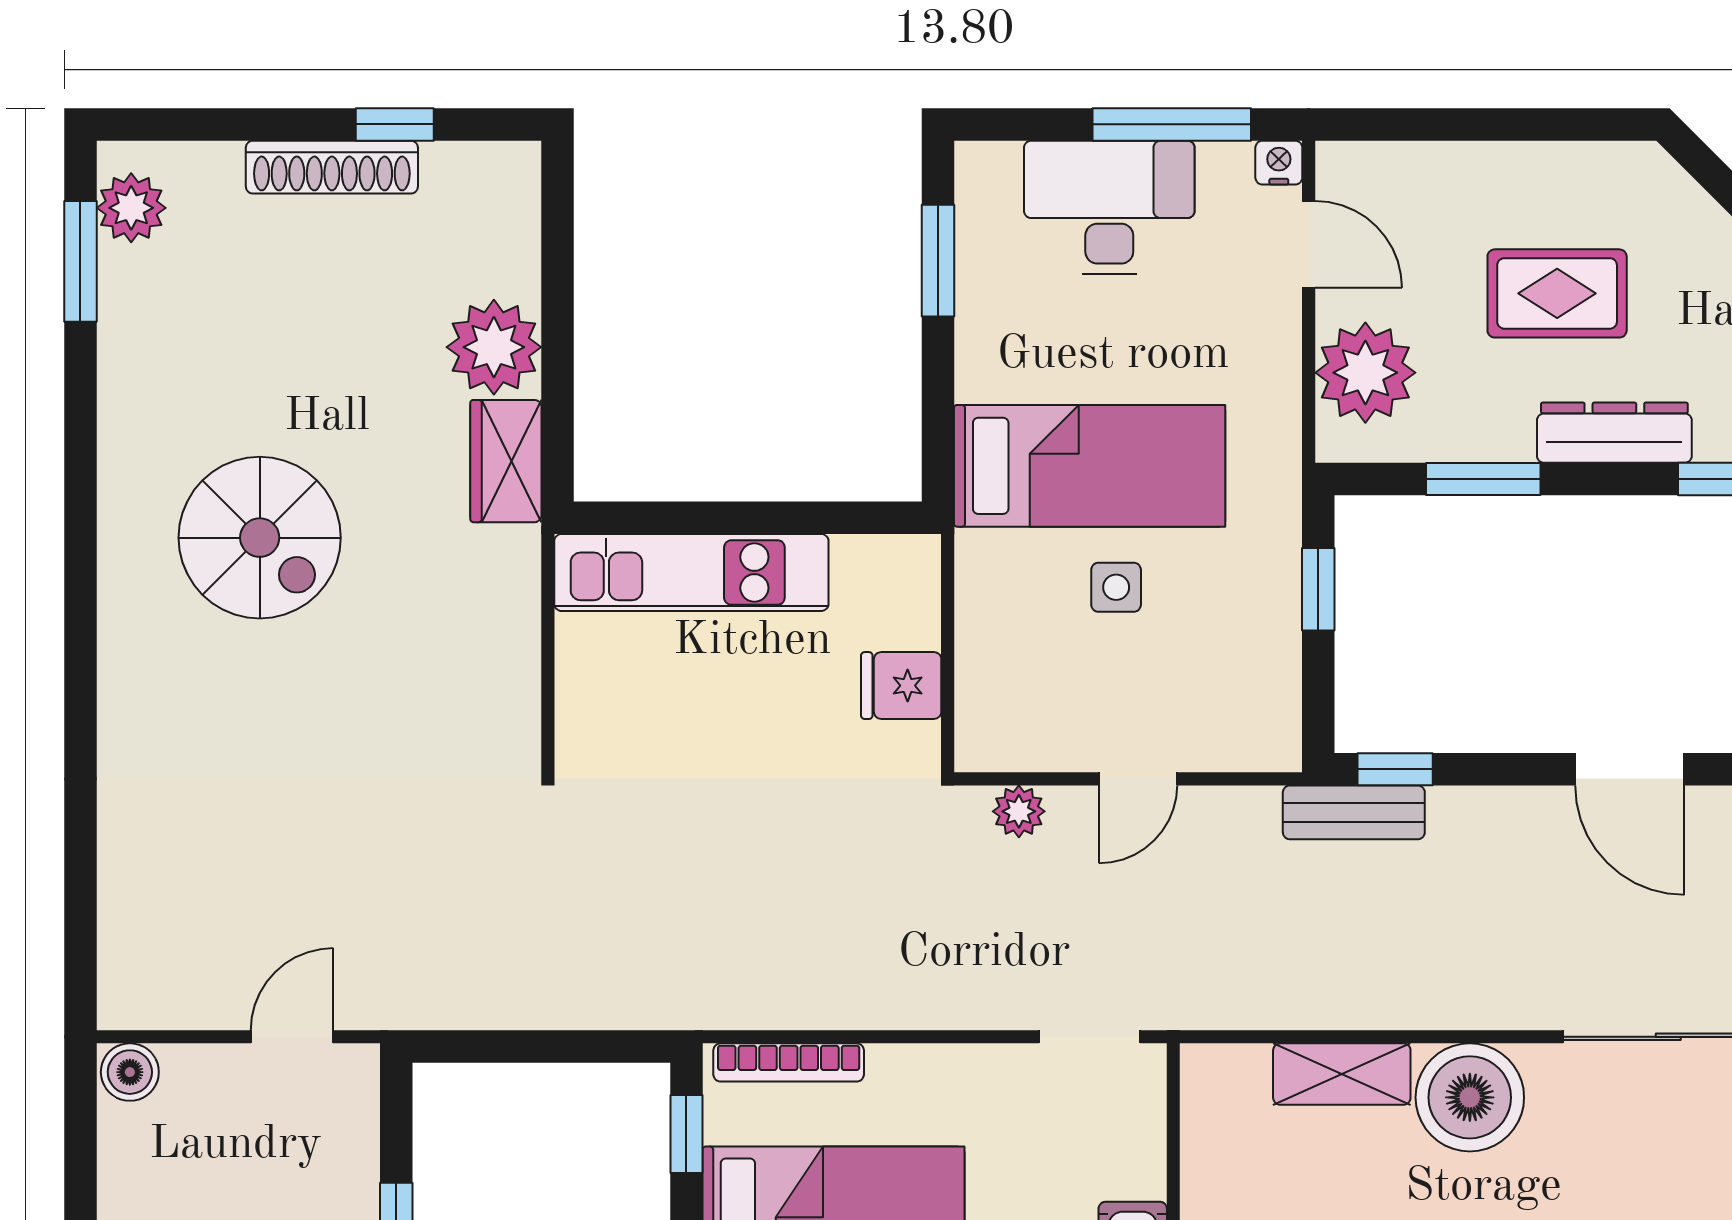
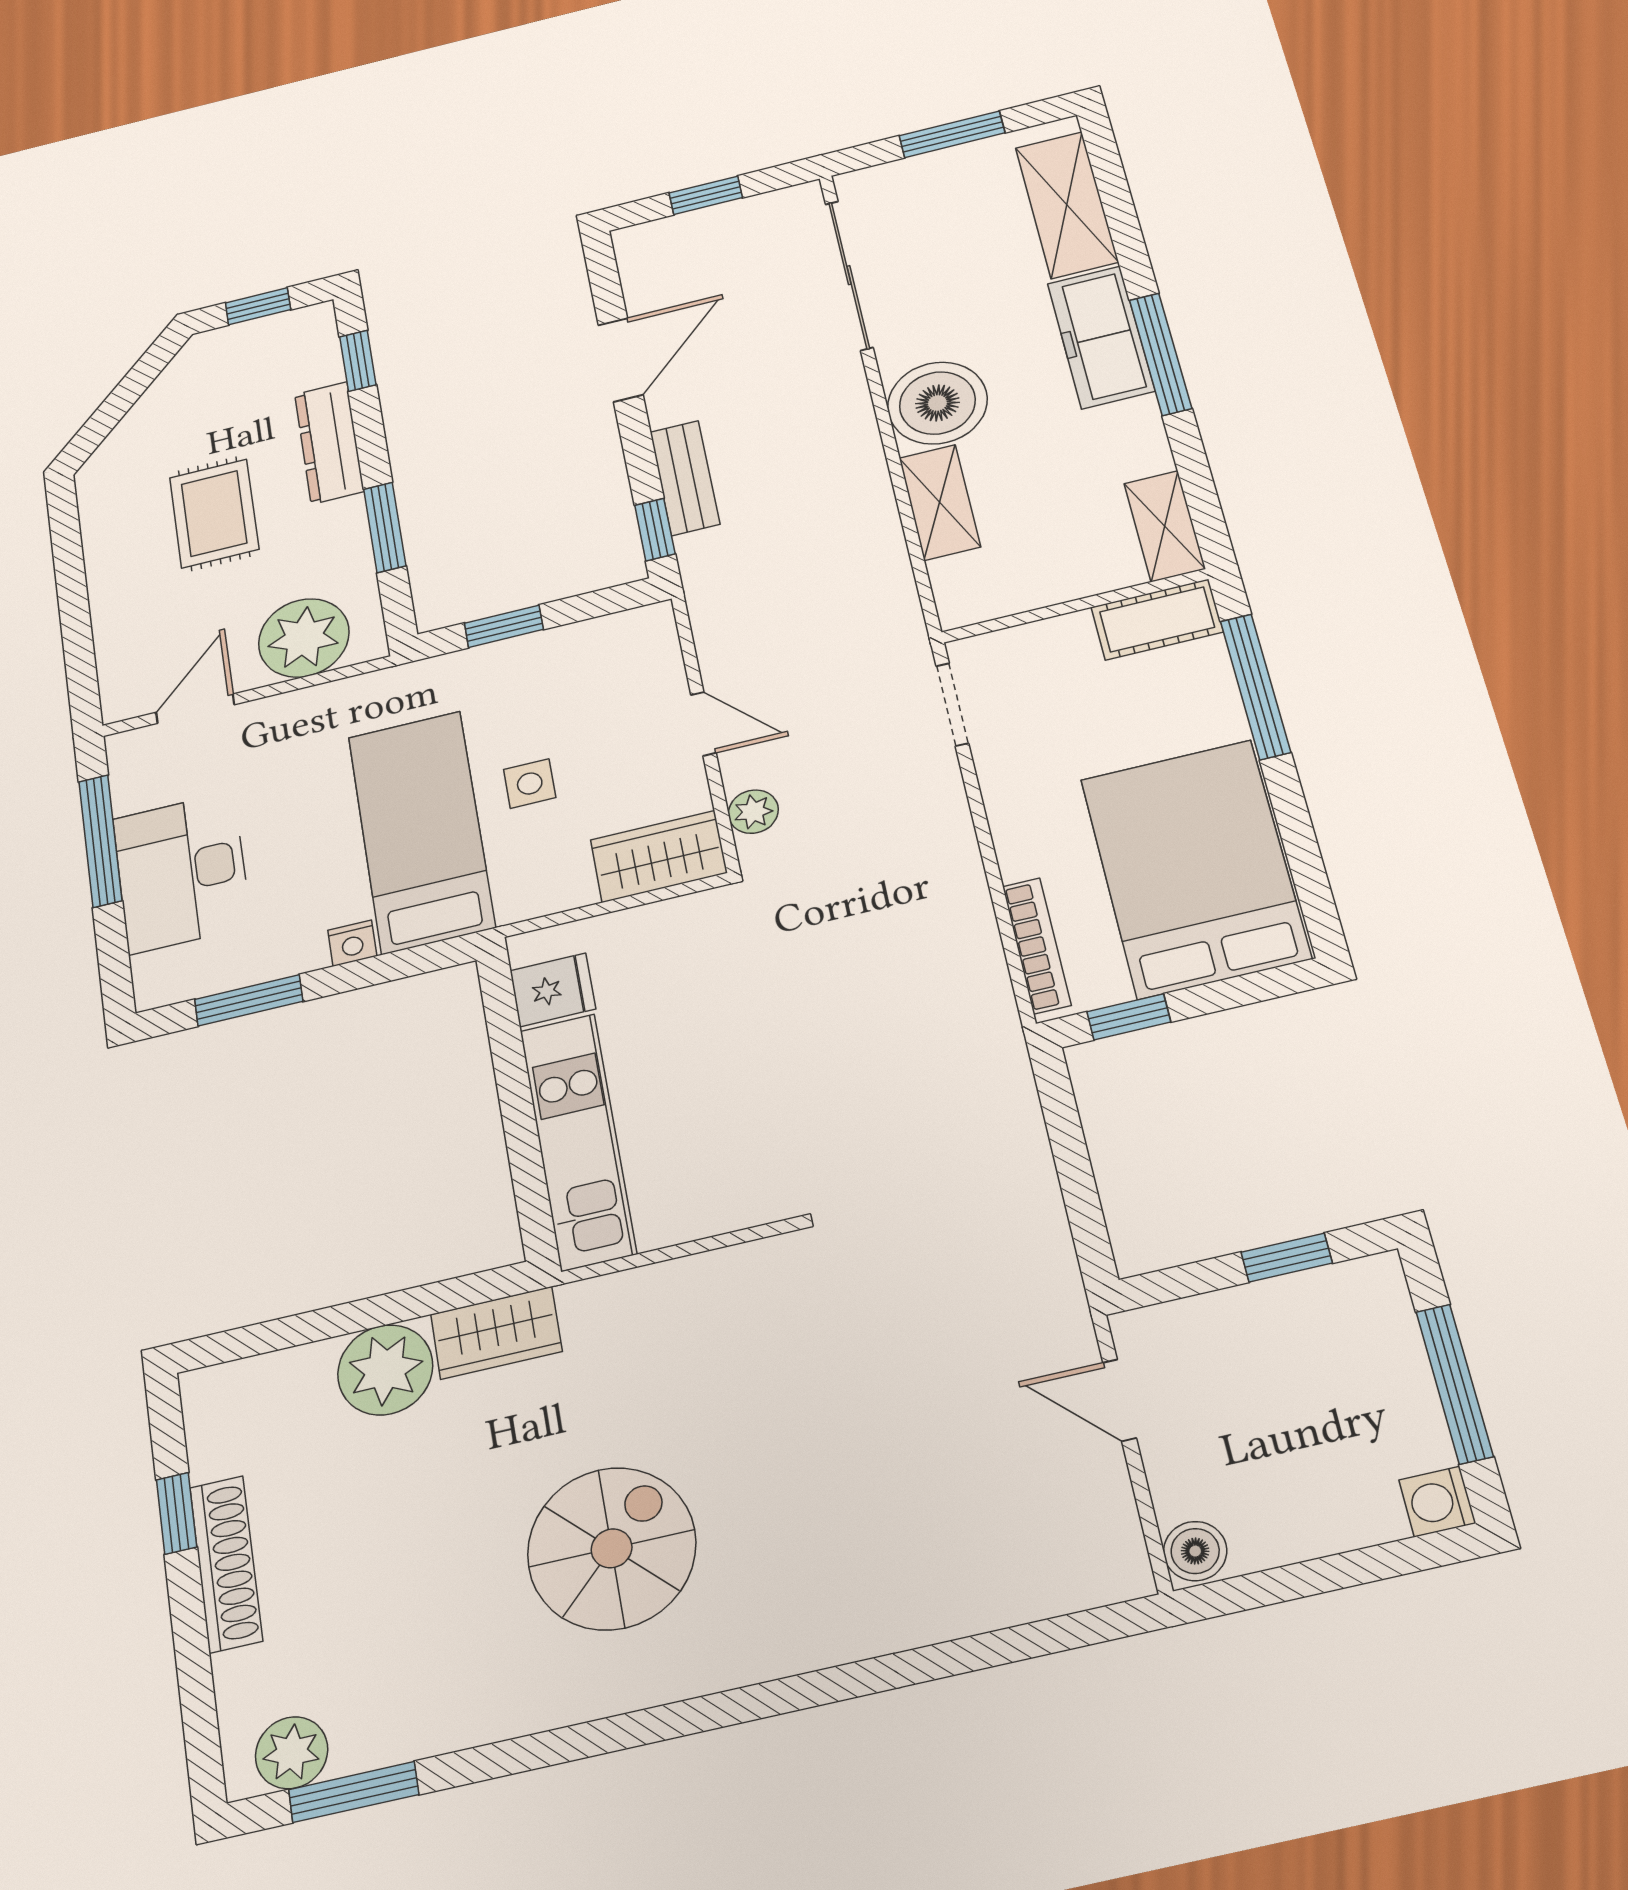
nightstand: (1279, 163) -> (352, 943), moved, turned -90
fridge: (901, 686) -> (553, 990), moved, turned -90
wardrobe: (993, 706) -> (659, 856), added
bench: (1354, 812) -> (685, 478), moved

